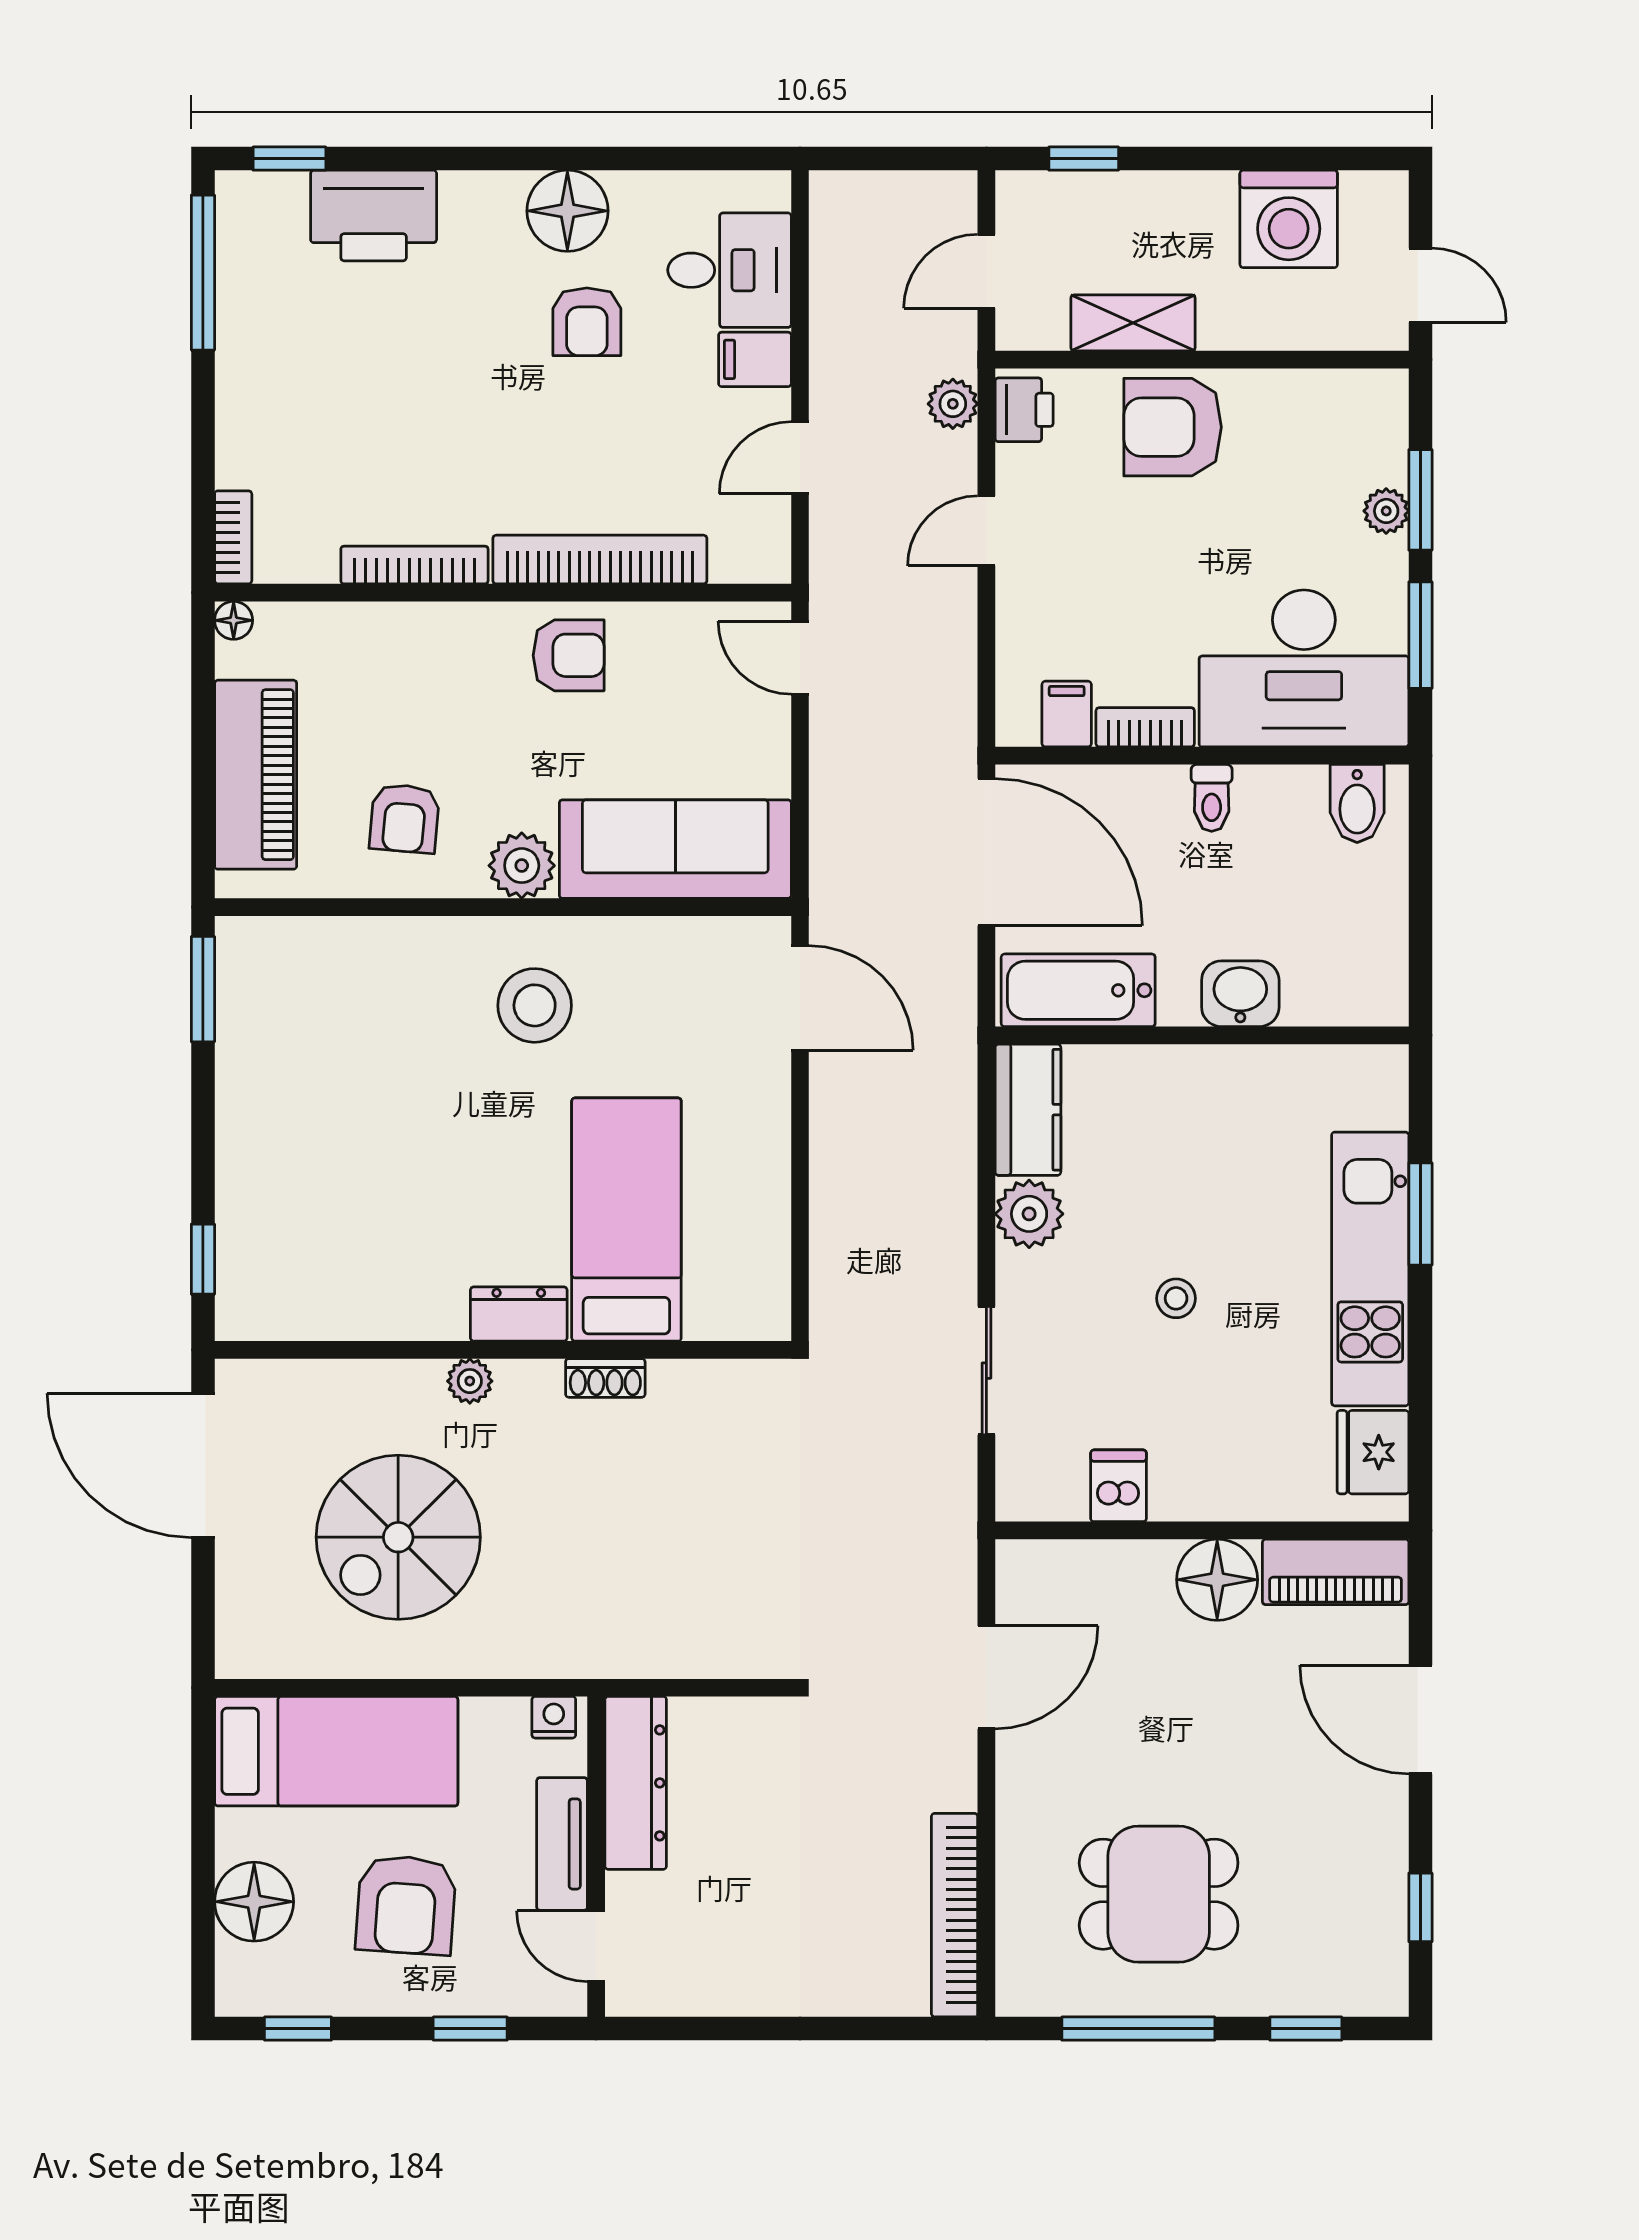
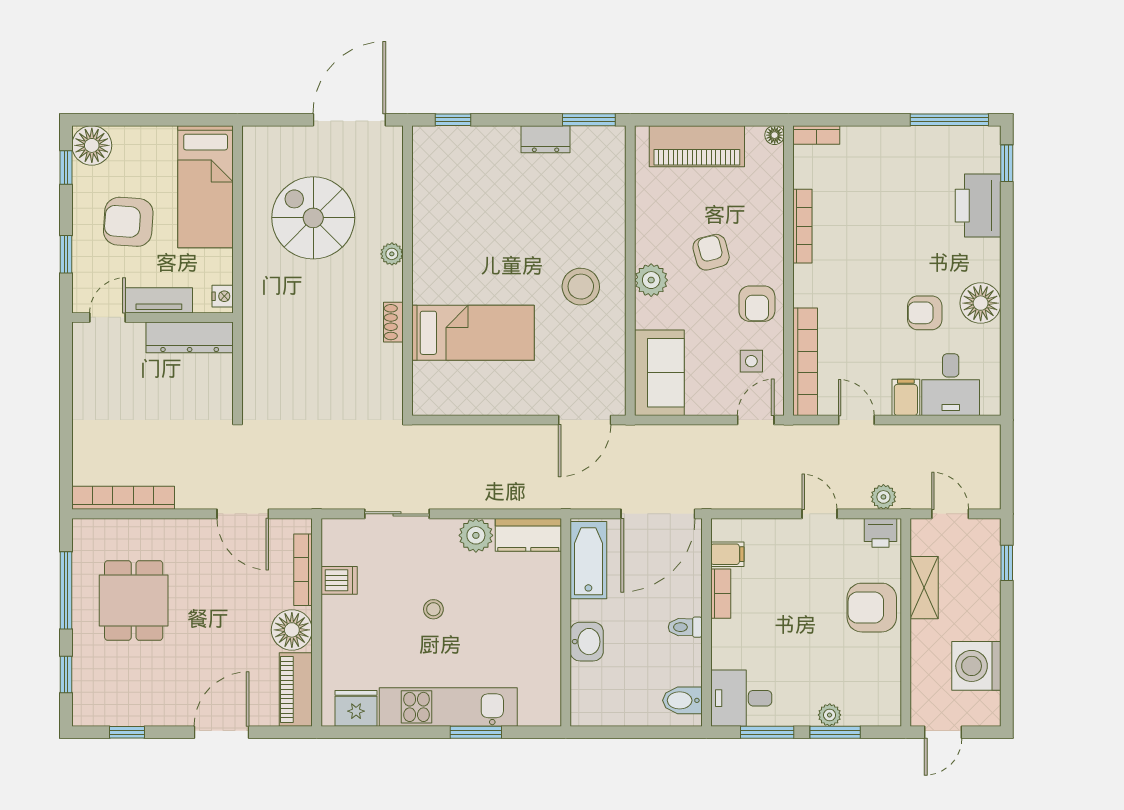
armchair: (1173, 427) -> (872, 608), turned -90
bookcase: (600, 560) -> (805, 362), moved
side table: (683, 666) -> (751, 361), added
desk: (1304, 668) -> (741, 698), width x0.53, depth x0.77
armchair: (404, 818) -> (711, 252), moved, turned 70
sofa: (675, 849) -> (659, 373), width x0.73
dresser: (519, 1314) -> (546, 139), moved, turned 90
bookcase: (1098, 1557) -> (303, 570), added
floor lamp: (254, 1902) -> (92, 145), moved

